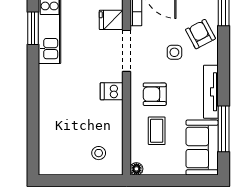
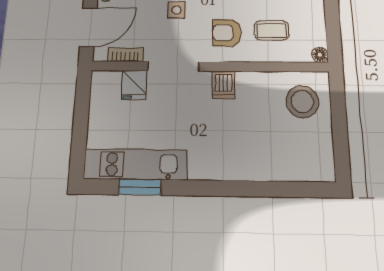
armchair: (155, 94) -> (227, 33), turned 90
stool: (99, 153) -> (302, 102), width x1.89, depth x1.89

